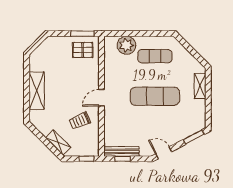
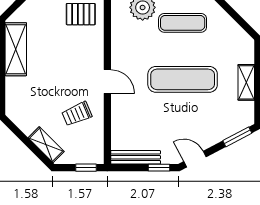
shelving: (200, 86) -> (246, 82), moved
shelving: (37, 91) -> (16, 49), moved
door: (101, 98) -> (107, 81), swing flipped
window: (122, 159) -> (159, 168), moved

